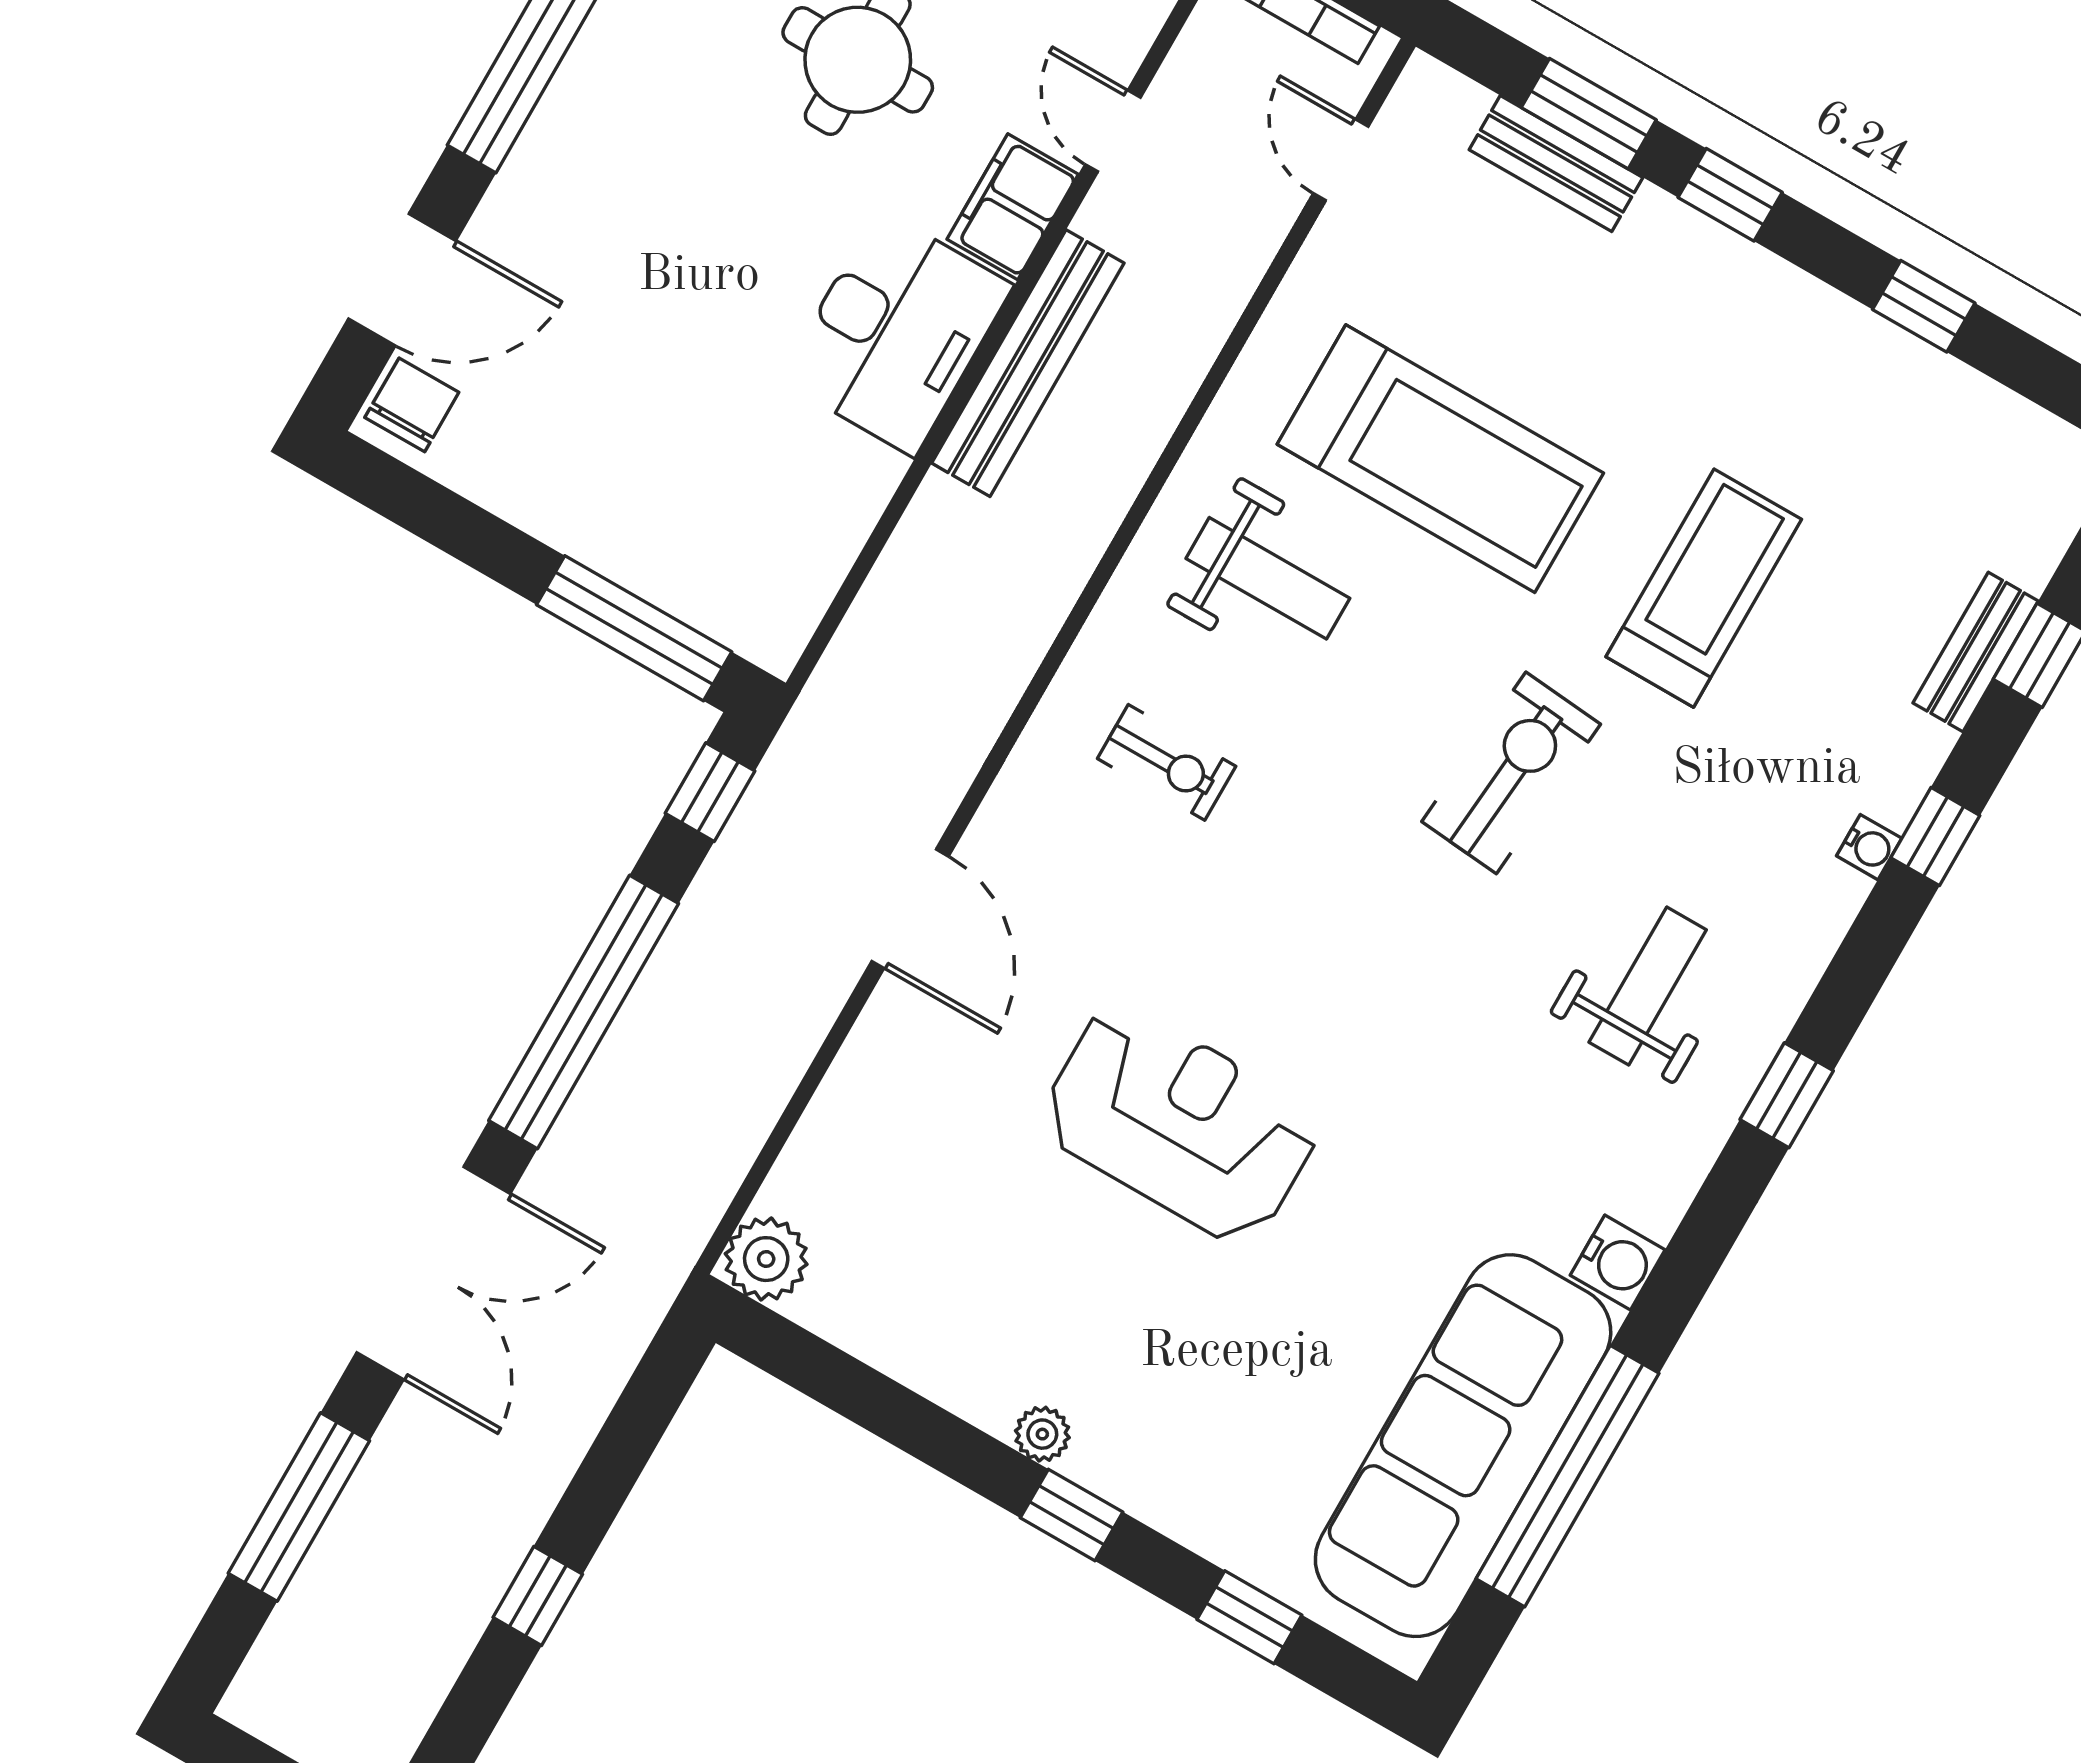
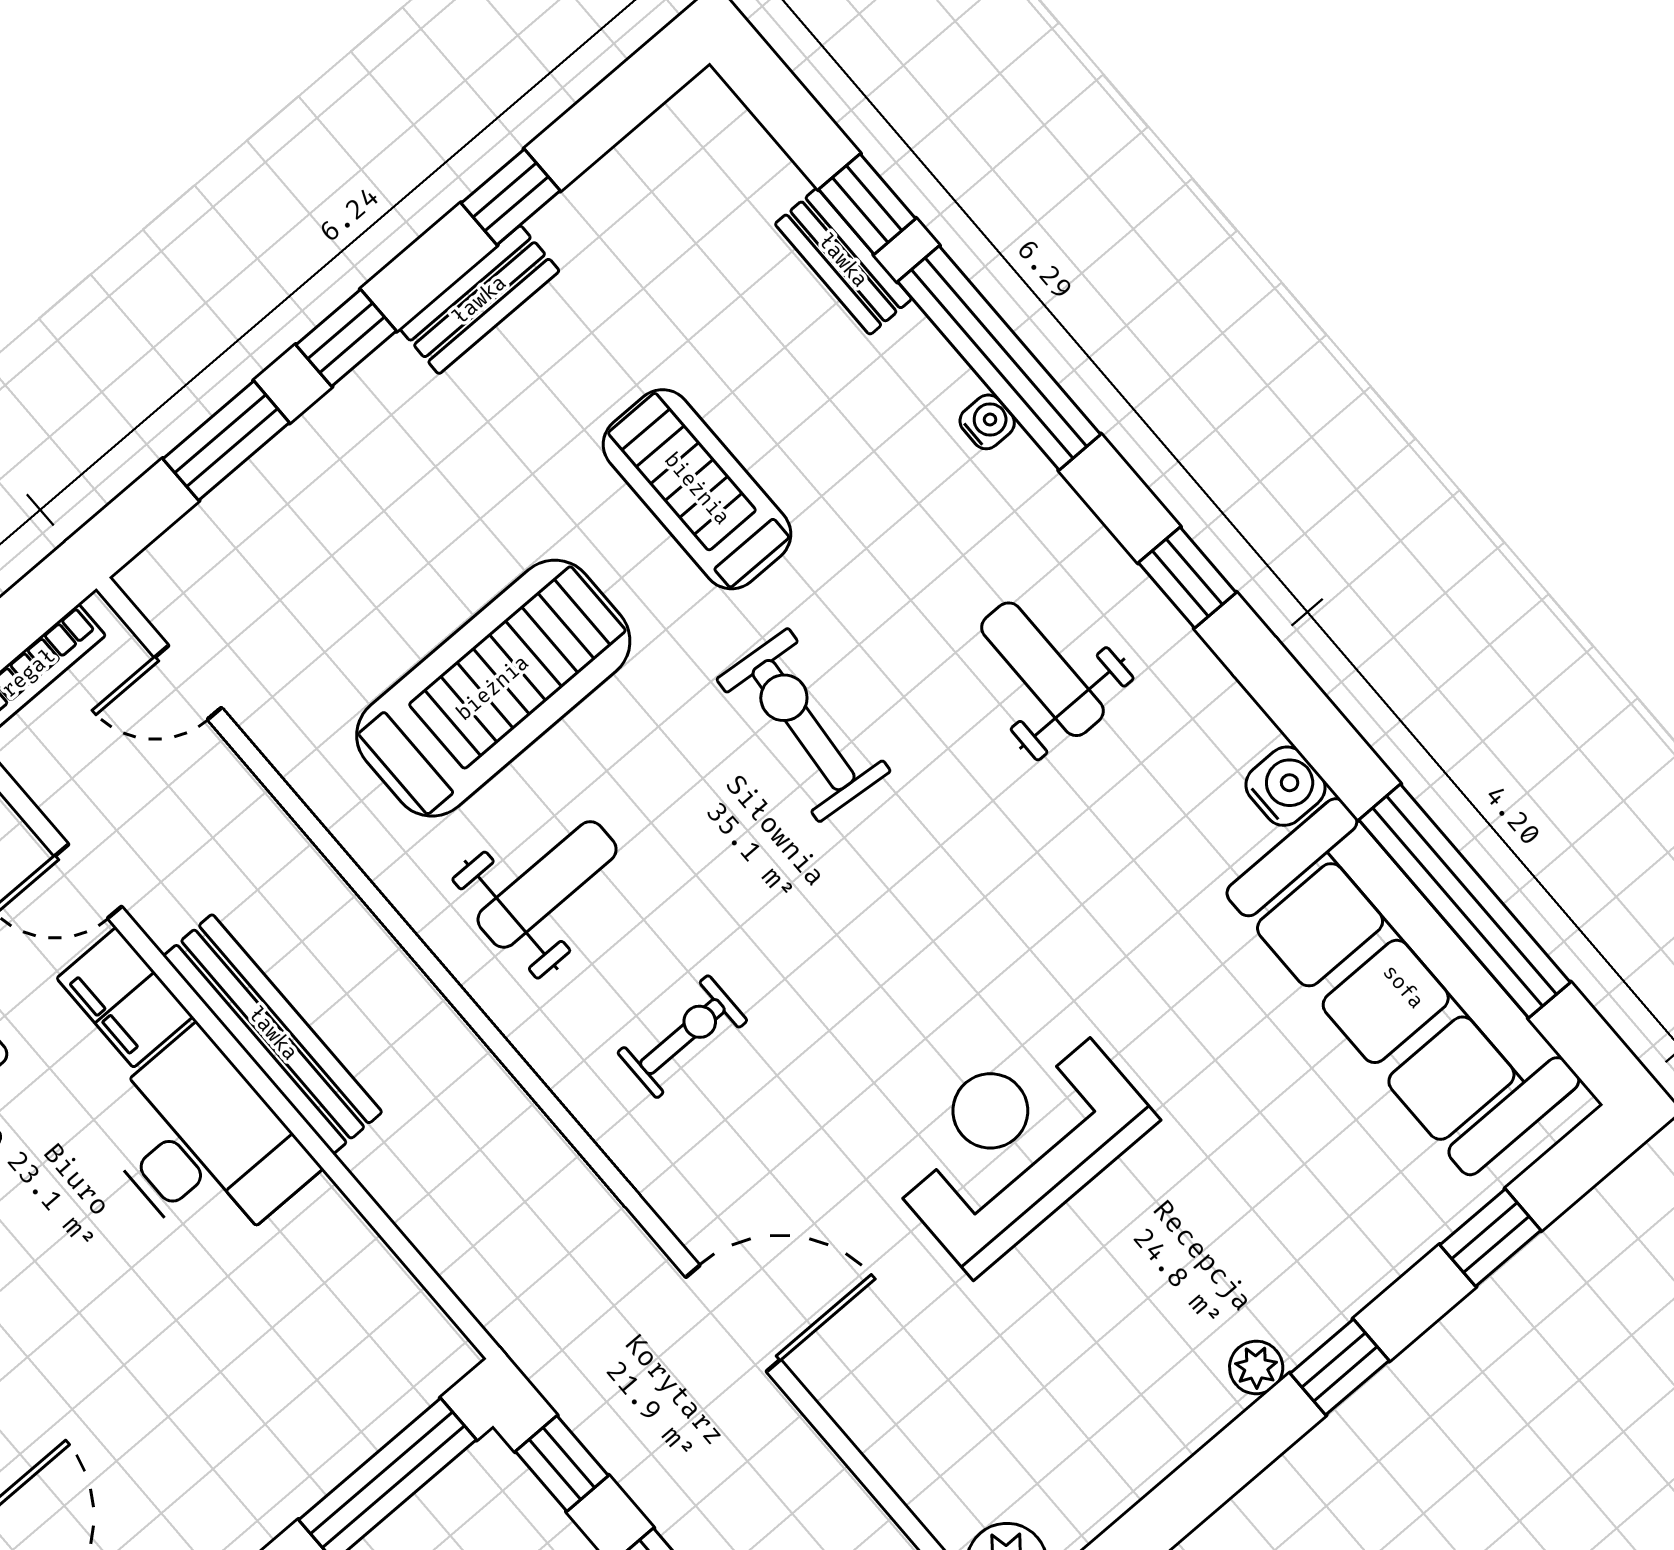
bench: (1556, 164) -> (480, 300), moved
window: (1935, 837) -> (999, 358), width x3.17

